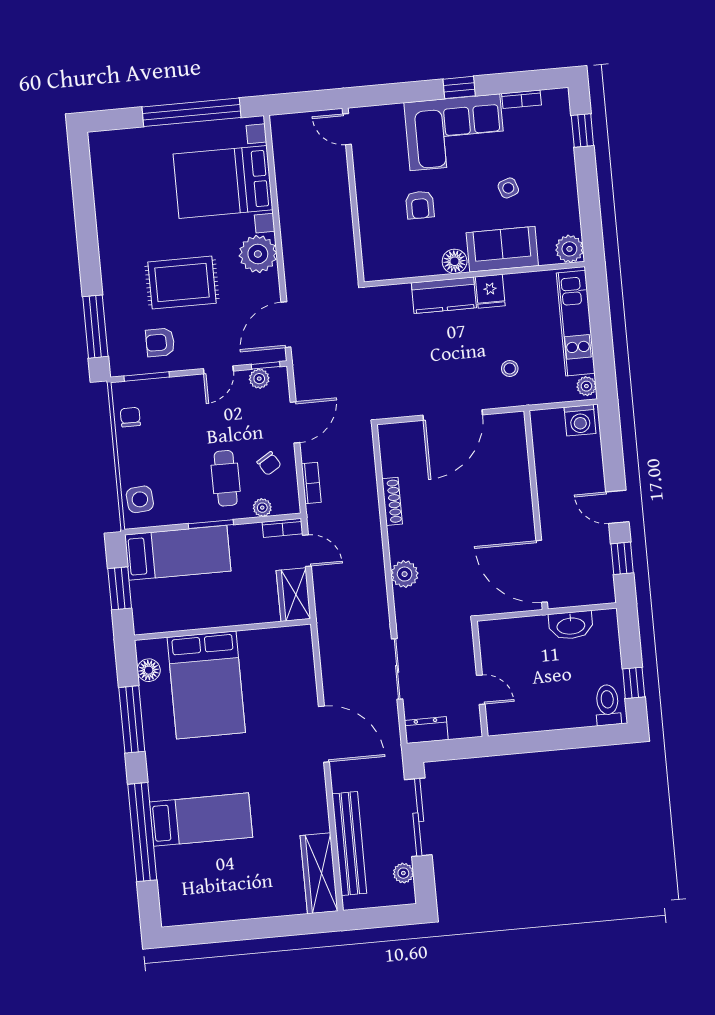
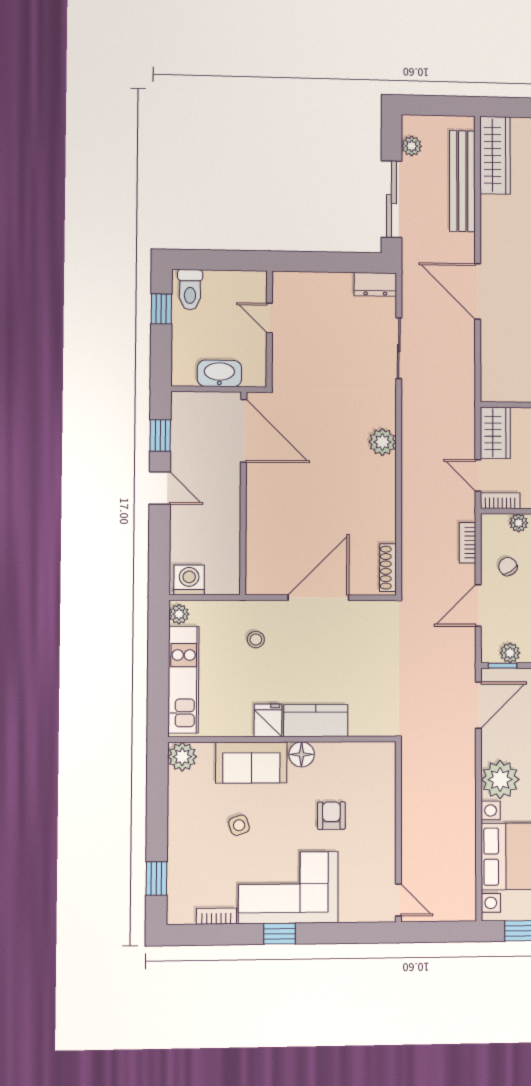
shoe rack: (392, 501) -> (388, 568), moved
wall: (480, 679) -> (269, 329), moved
door: (481, 690) -> (269, 318), moved

